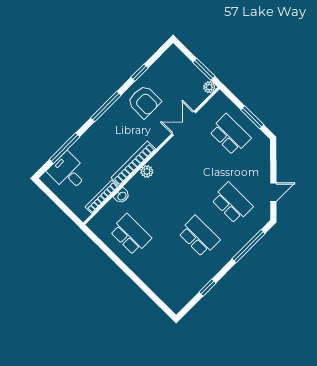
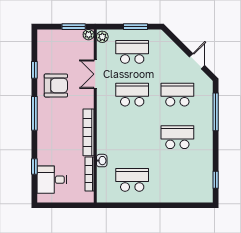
window: (65, 148) -> (34, 166), width x0.46
school desk: (197, 168) -> (132, 95), added
plant: (147, 171) -> (102, 37), moved
window: (207, 288) -> (216, 180), moved

